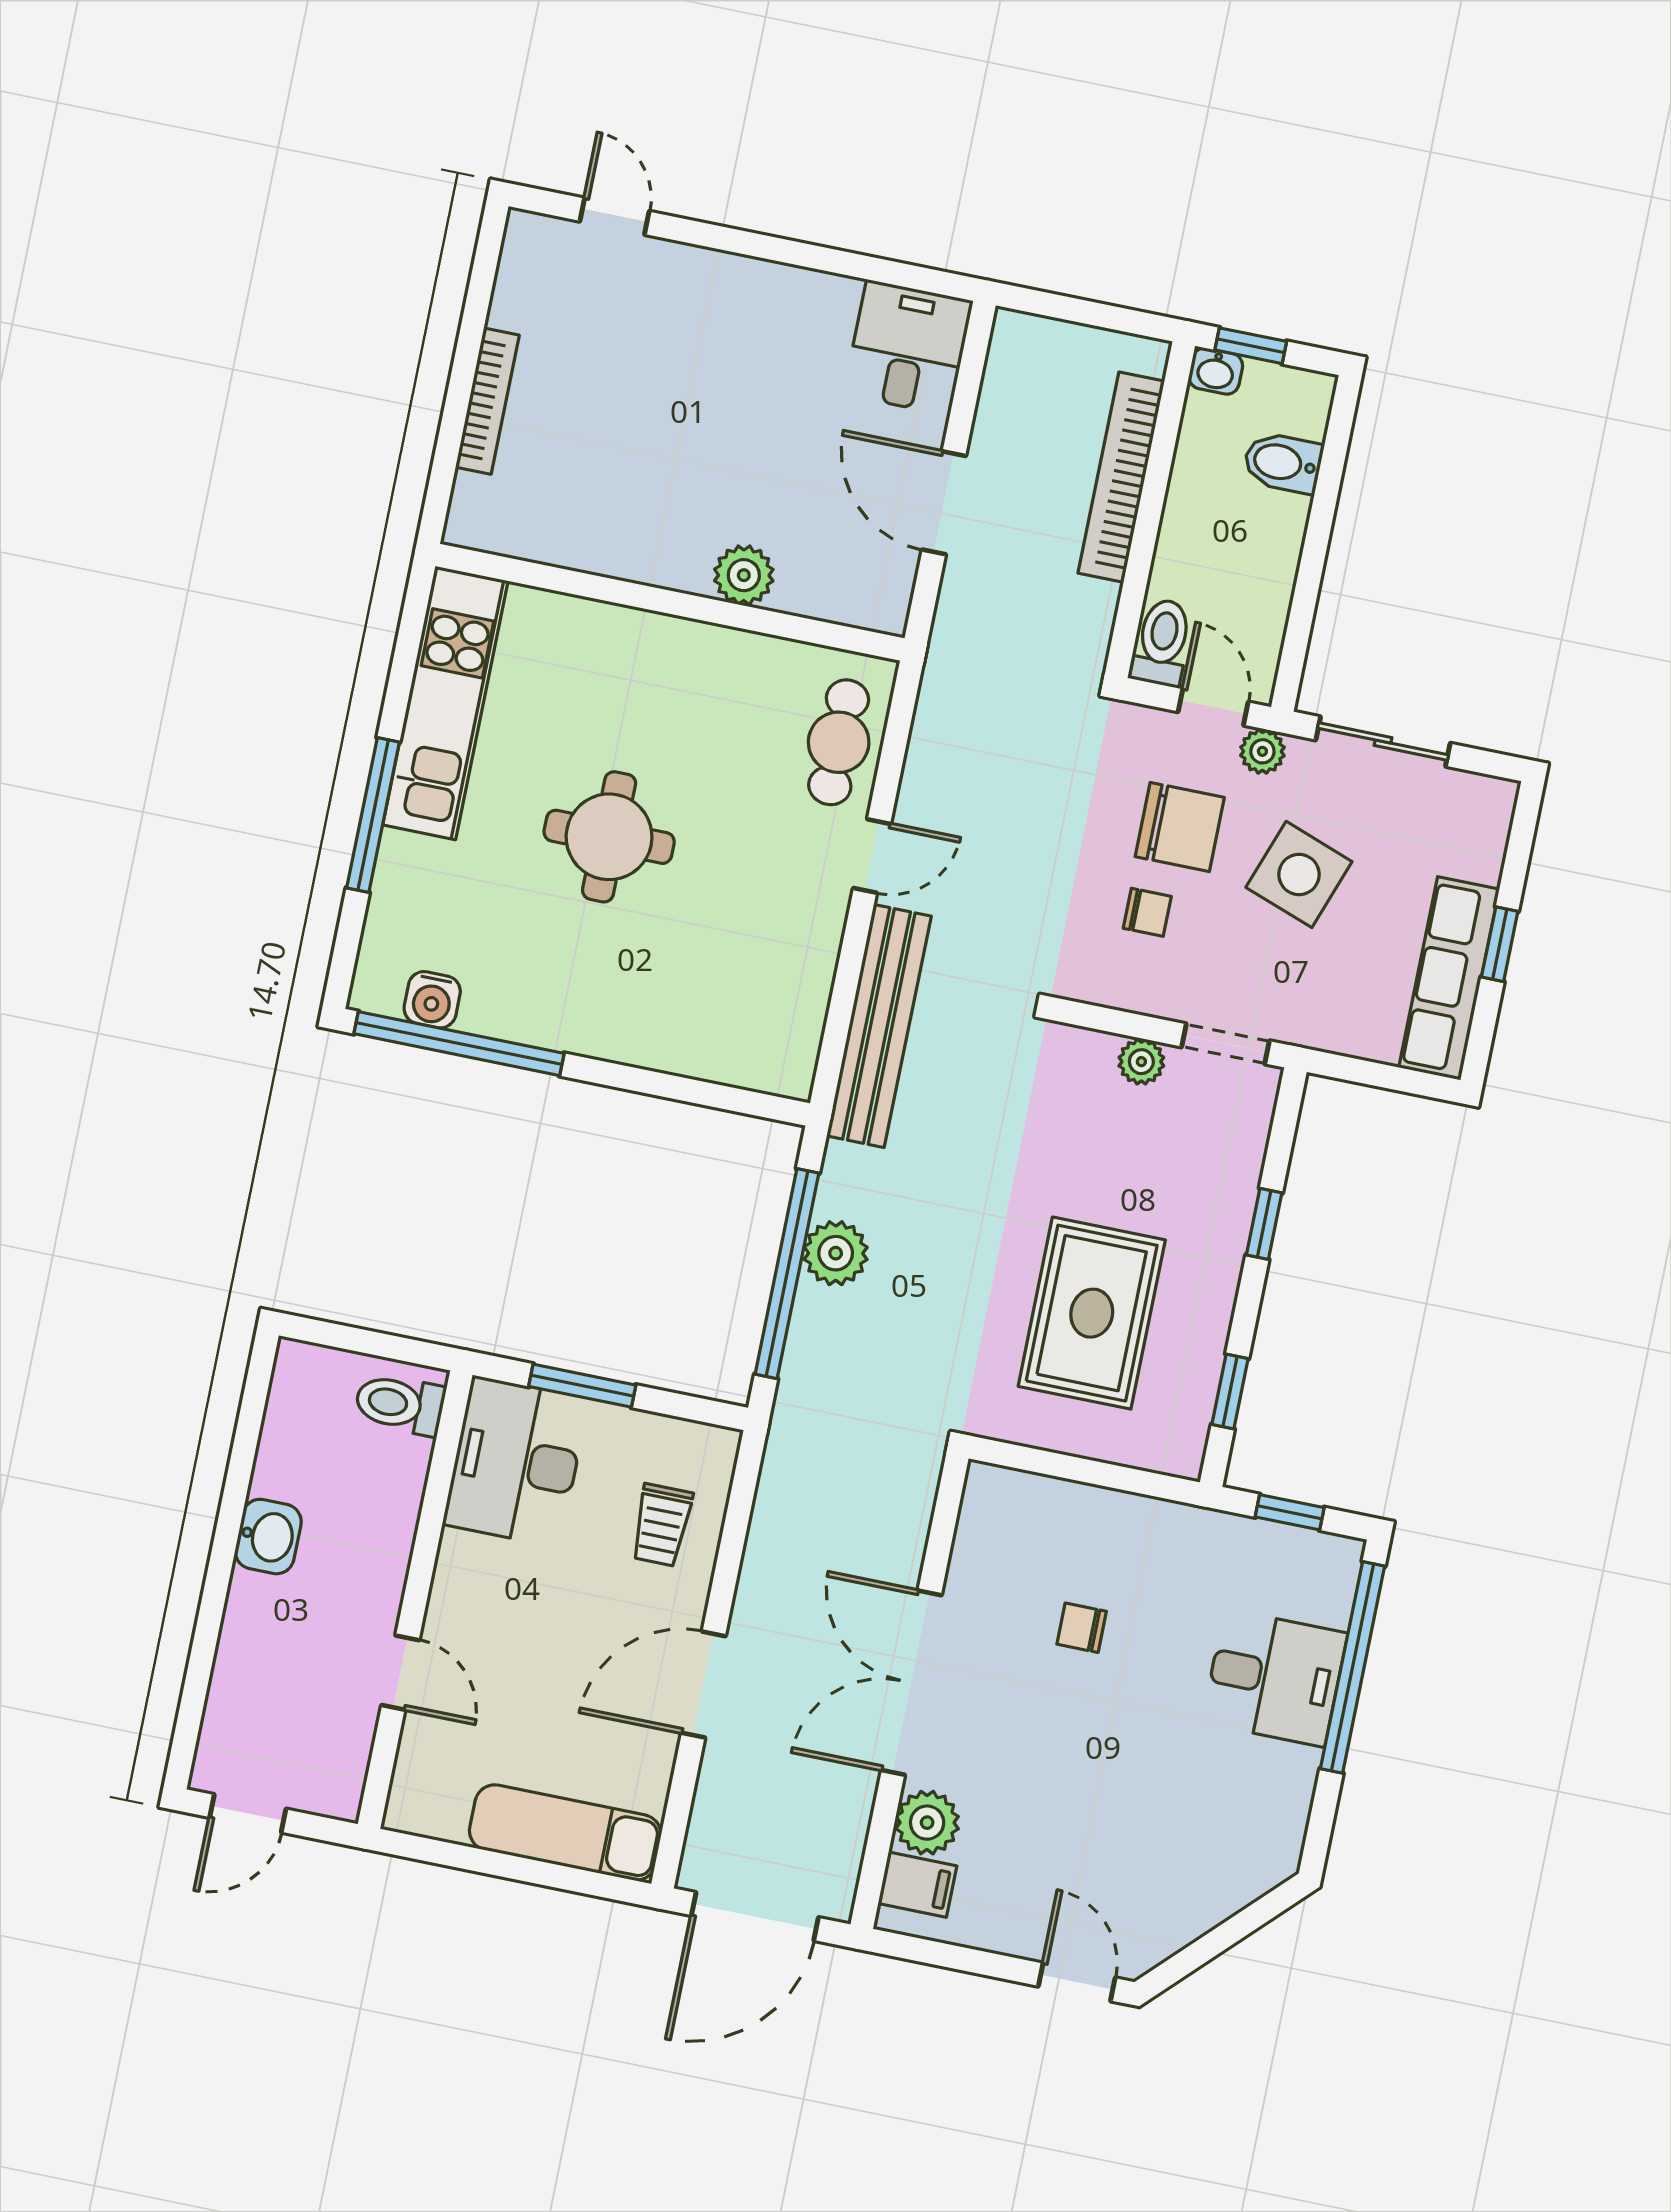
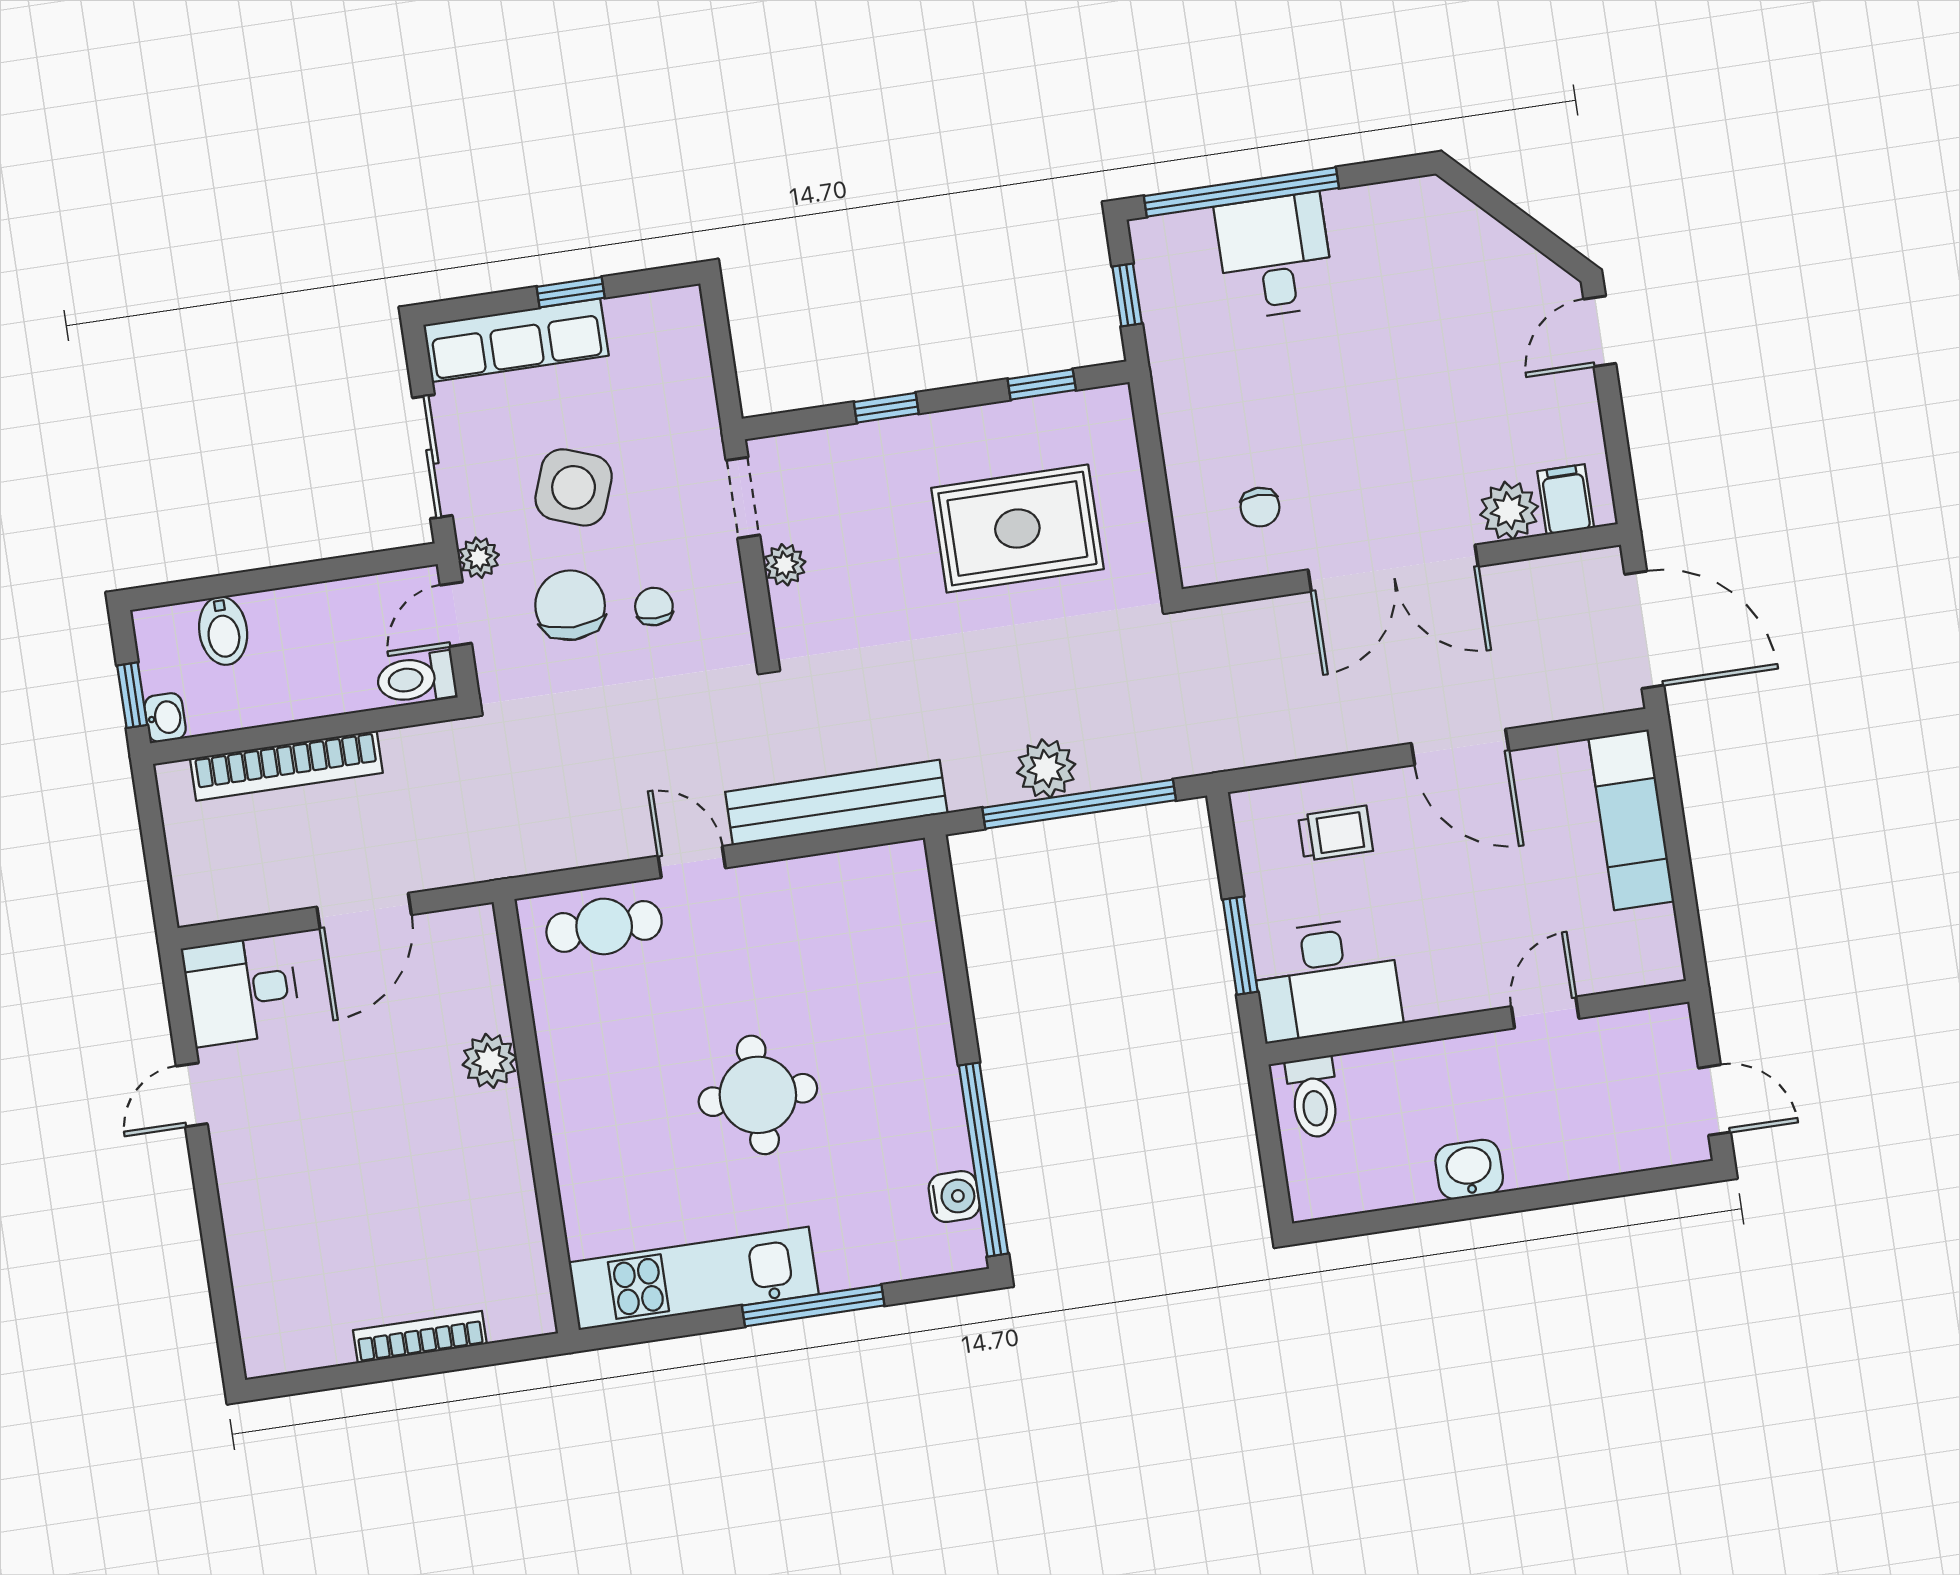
door: (615, 216) -> (192, 1095), moved
row of seats: (1449, 978) -> (516, 340), moved
chair: (1082, 1628) -> (1260, 507), moved

